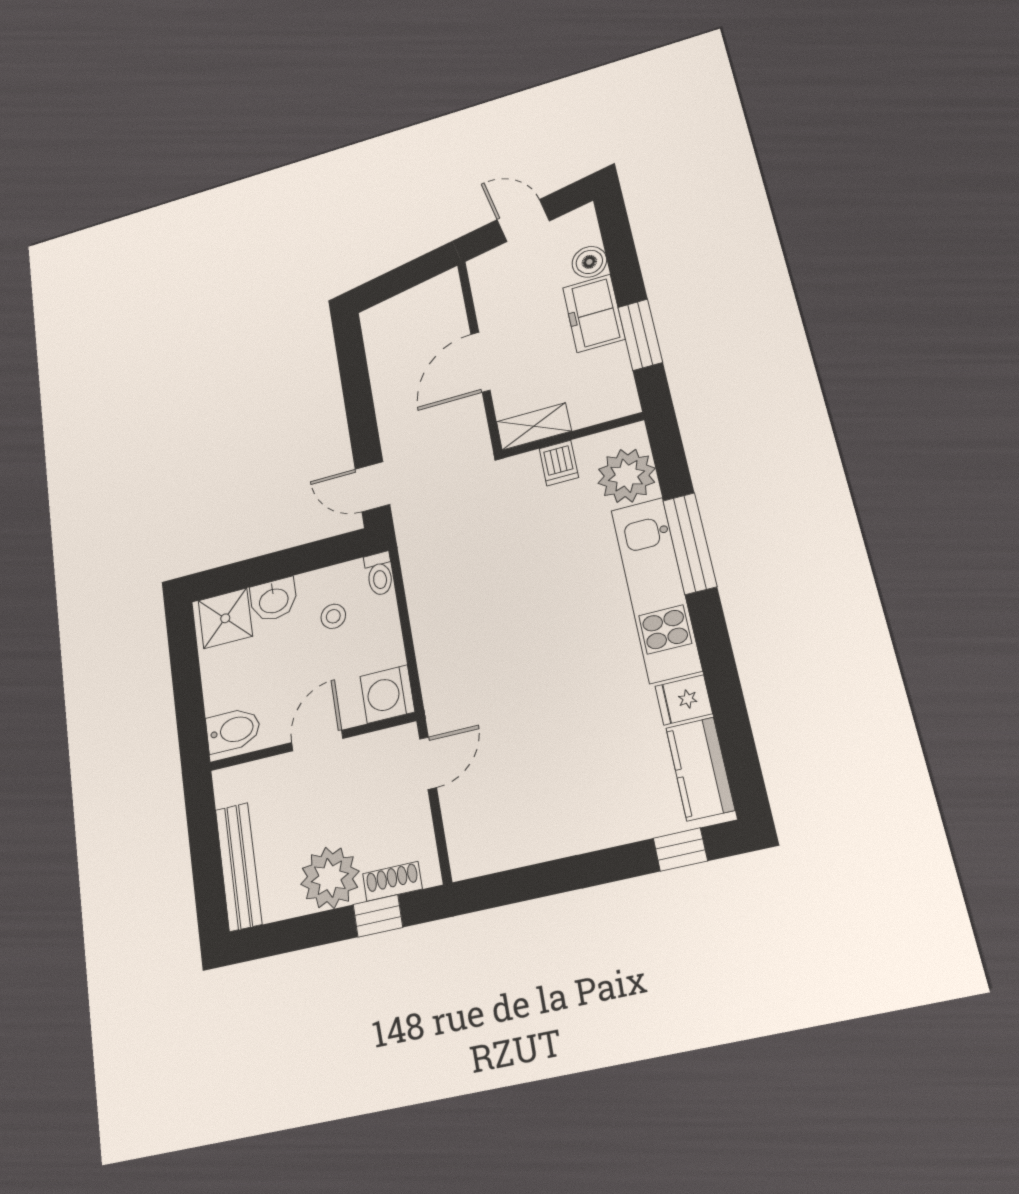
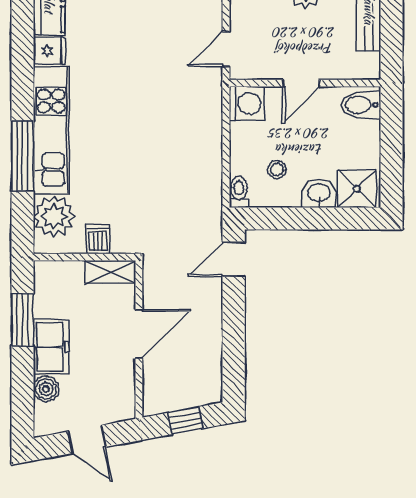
window: (402, 279) -> (185, 421), added
door: (372, 487) -> (234, 259), swing flipped

